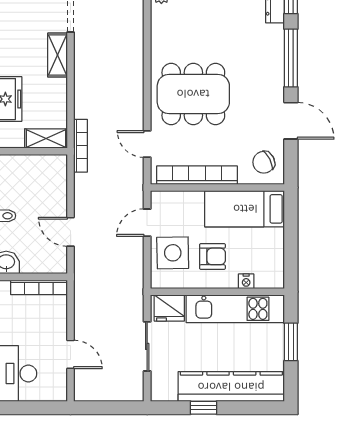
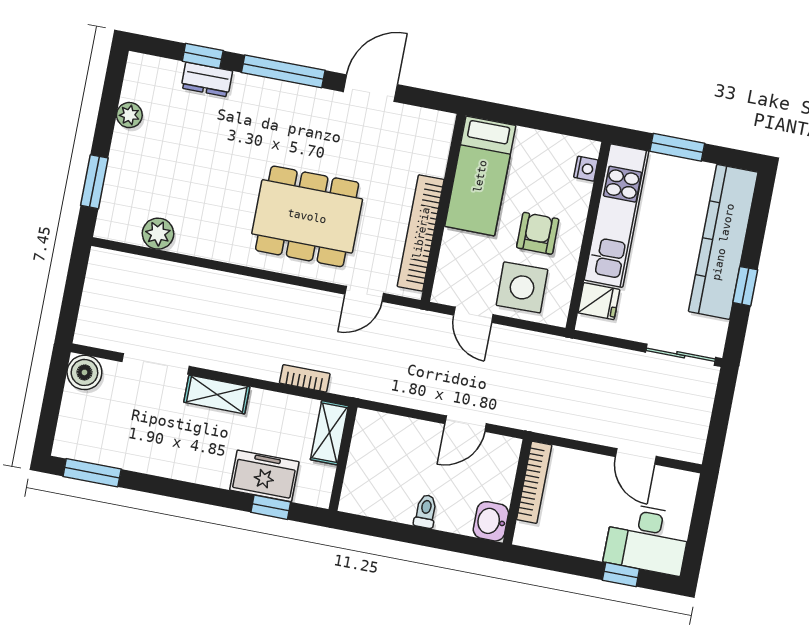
dining table: (193, 94) -> (307, 216), turned 90
bookcase: (81, 146) -> (305, 378), moved, width x0.64
chair: (264, 162) -> (421, 137), removed
nightstand: (246, 281) -> (586, 169), moved
fridge: (169, 308) -> (599, 301), width x0.72
sliding door: (147, 346) -> (681, 355), moved
door: (71, 354) -> (636, 456), swing flipped

